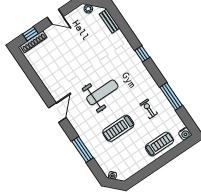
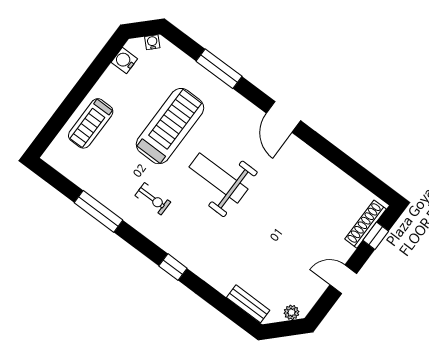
weight bench: (102, 92) -> (218, 178), turned 90
exercise bike: (149, 109) -> (153, 199), moved
treadmill: (118, 128) -> (170, 126), width x1.37, depth x1.38
water cooler: (185, 134) -> (124, 61), moved

